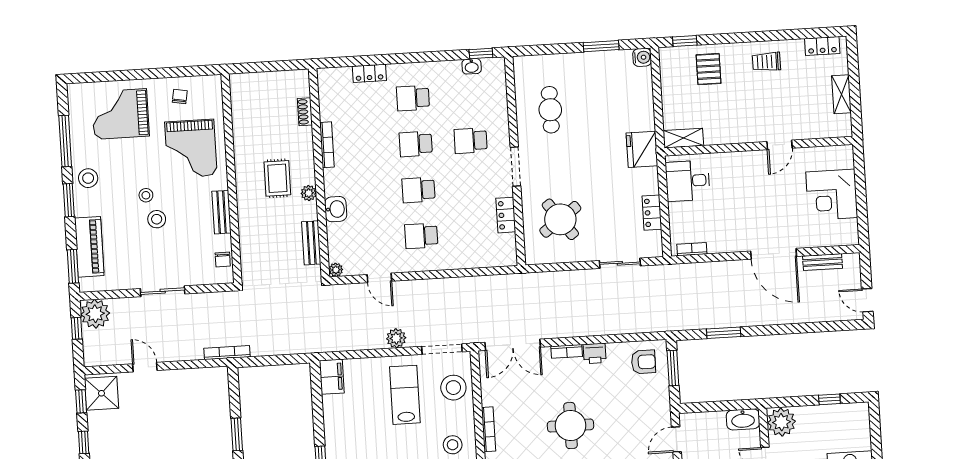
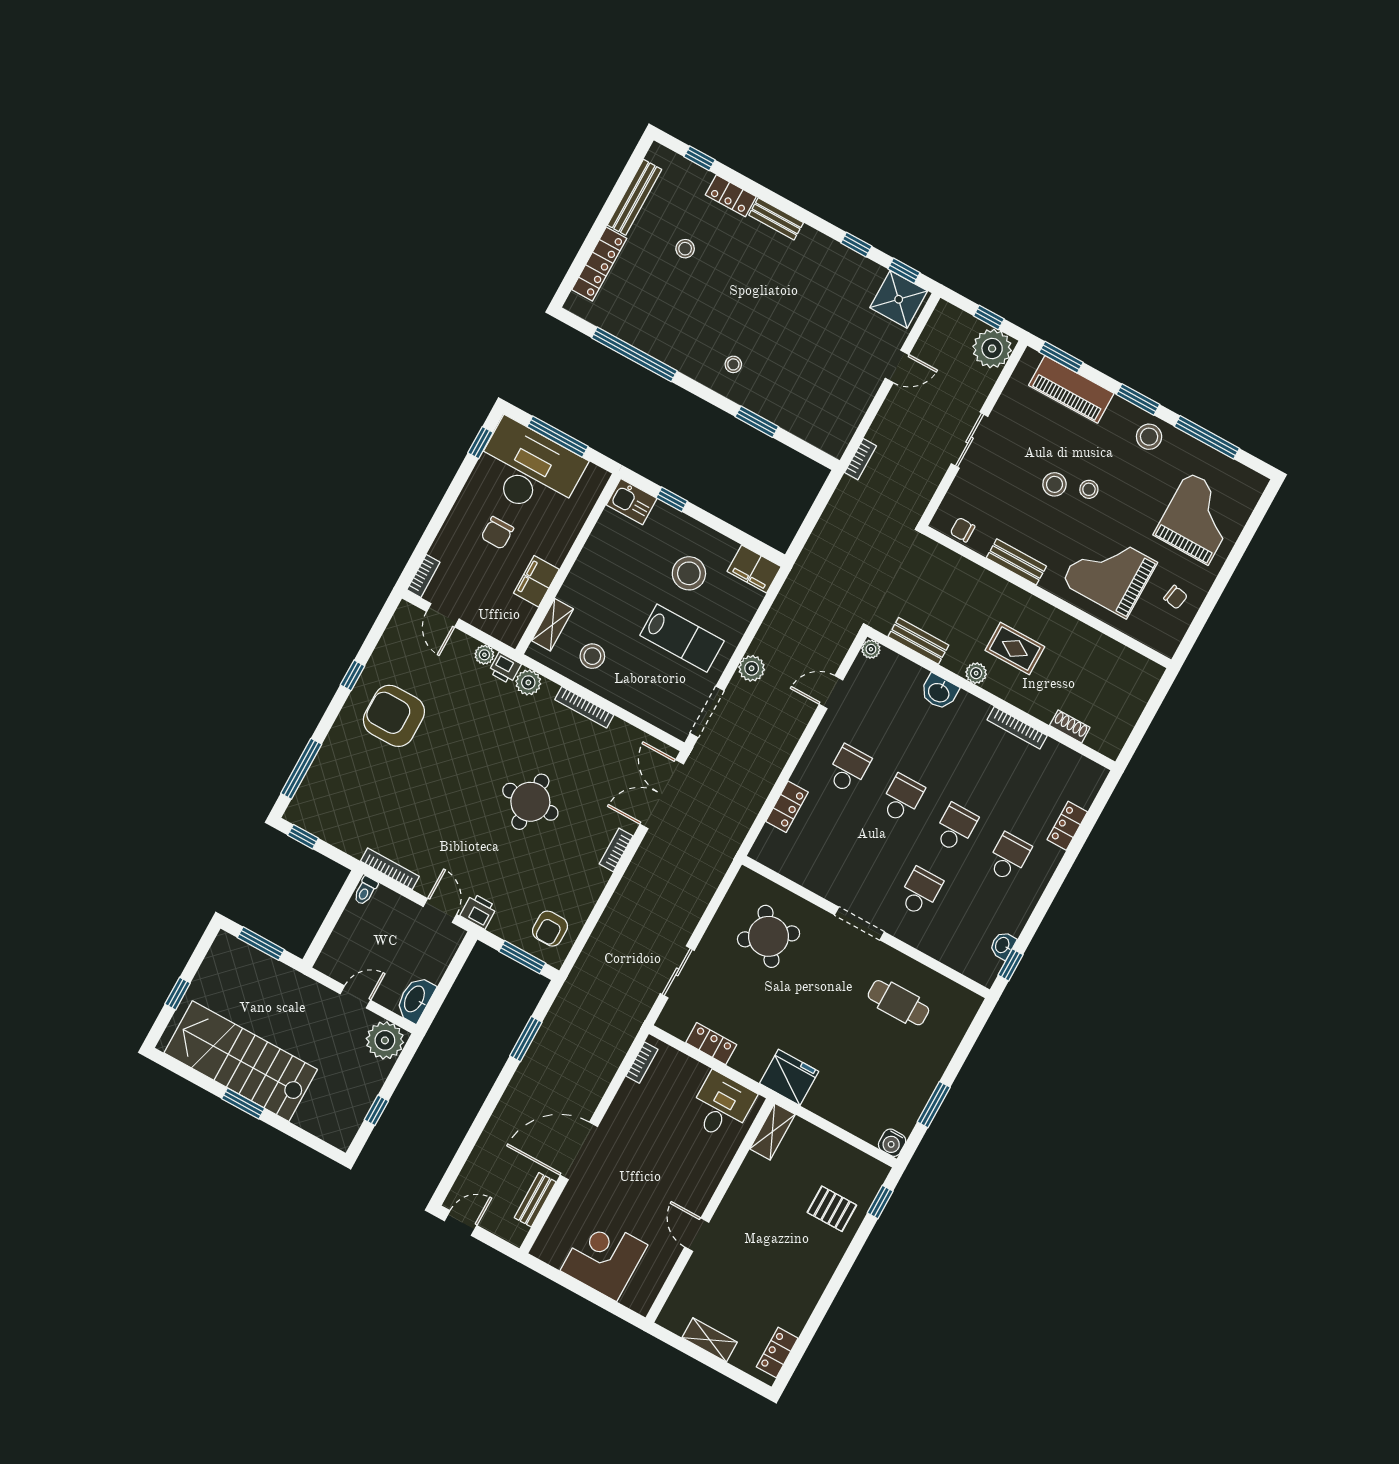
trolley: (766, 62) -> (799, 1279), removed
locker: (506, 215) -> (787, 807), moved, turned 90
bookcase: (227, 353) -> (861, 459), width x0.64
printer: (595, 353) -> (478, 911), moved, turned 90
stool: (453, 388) -> (689, 573), moved

